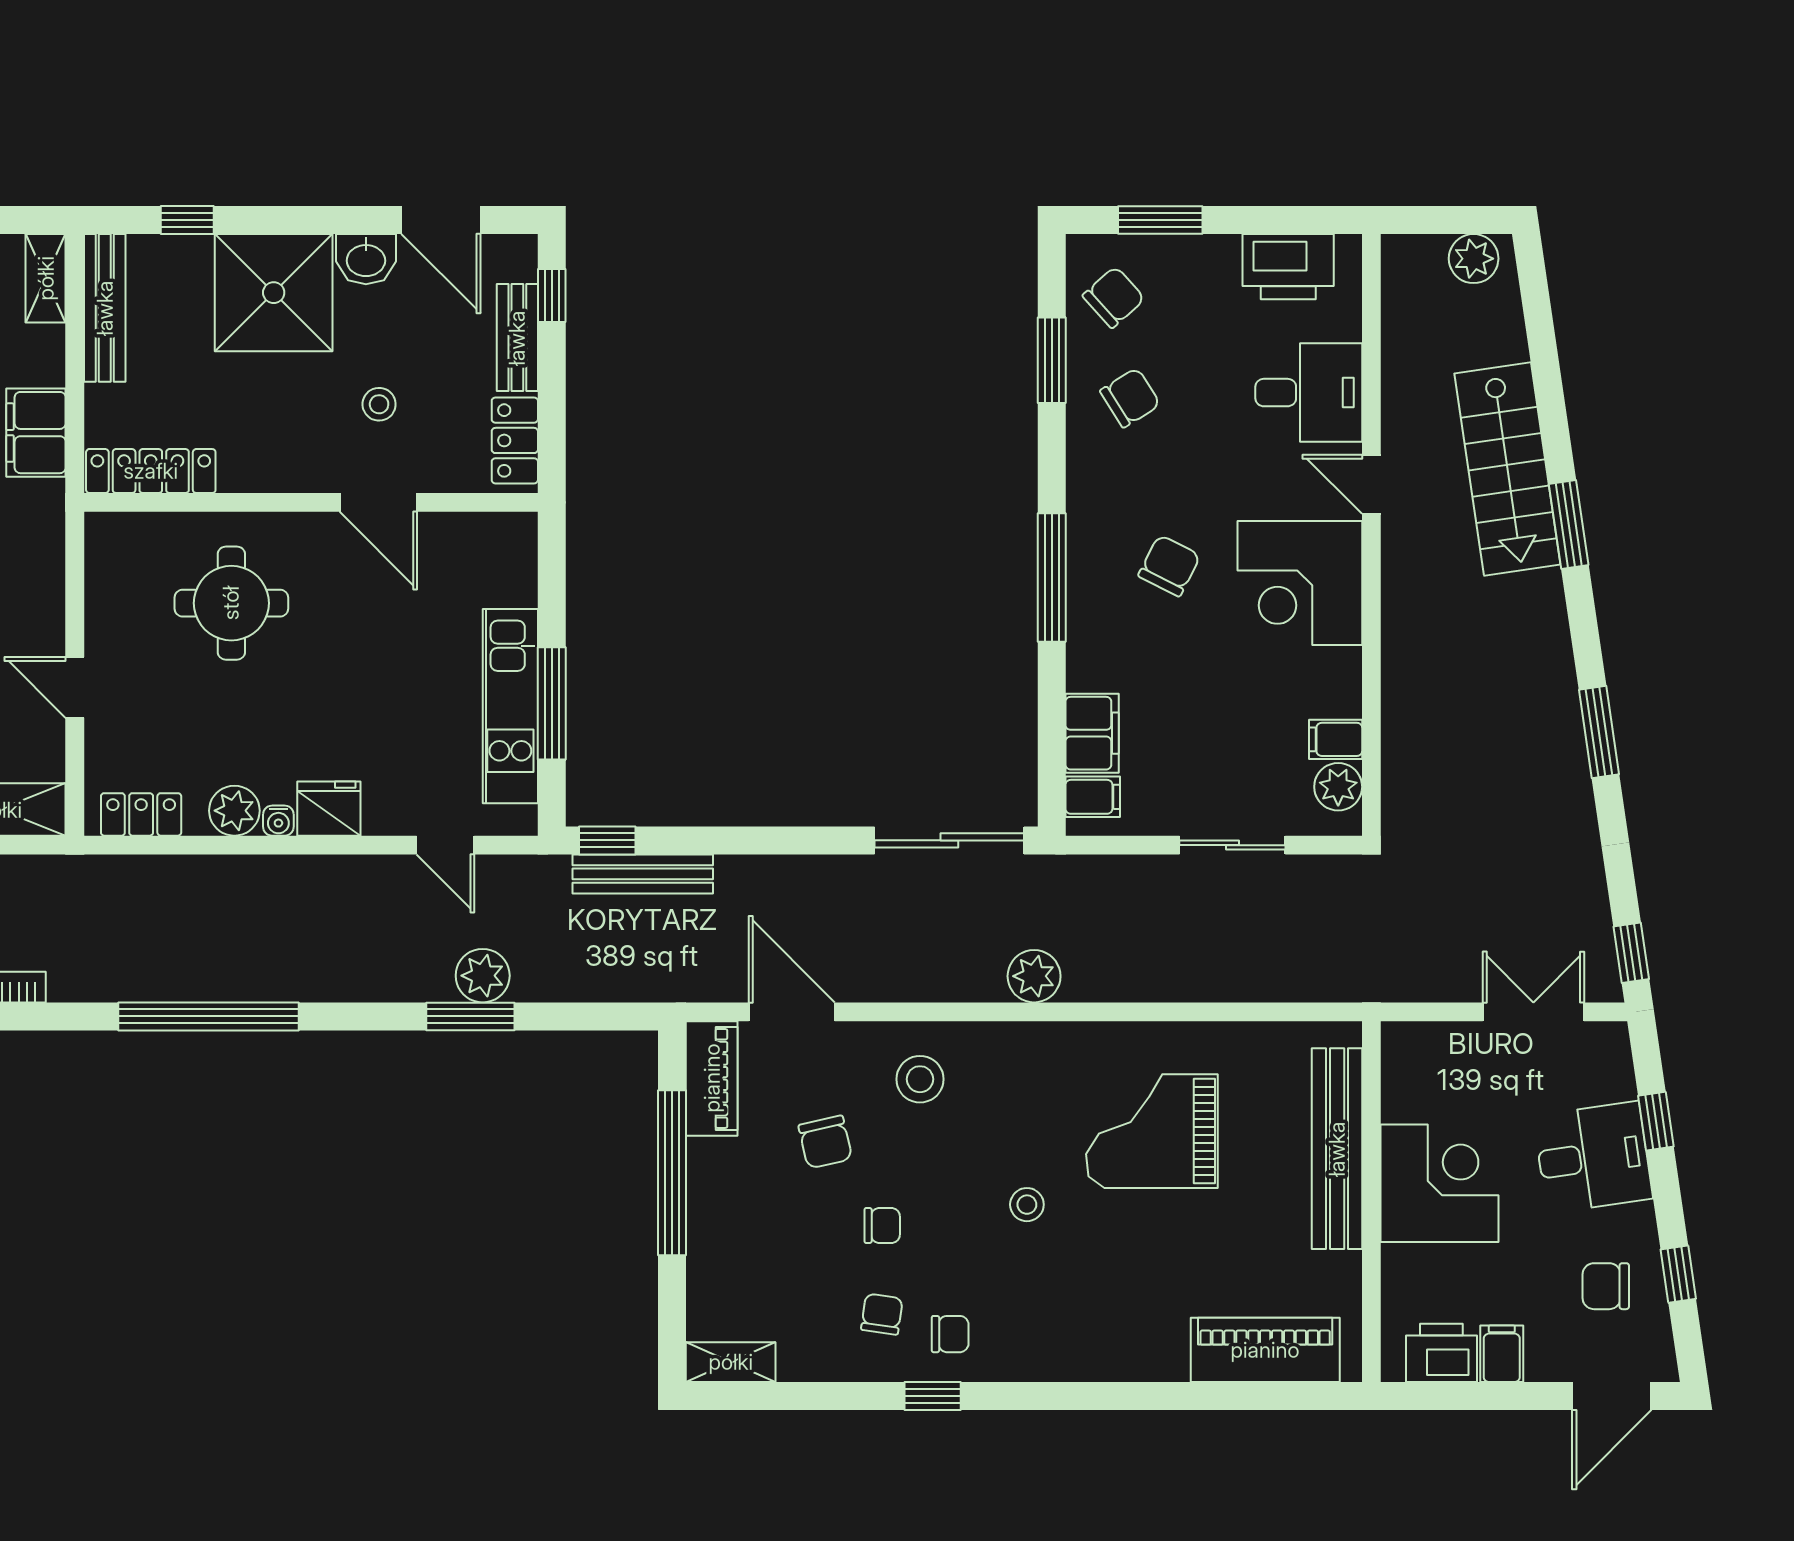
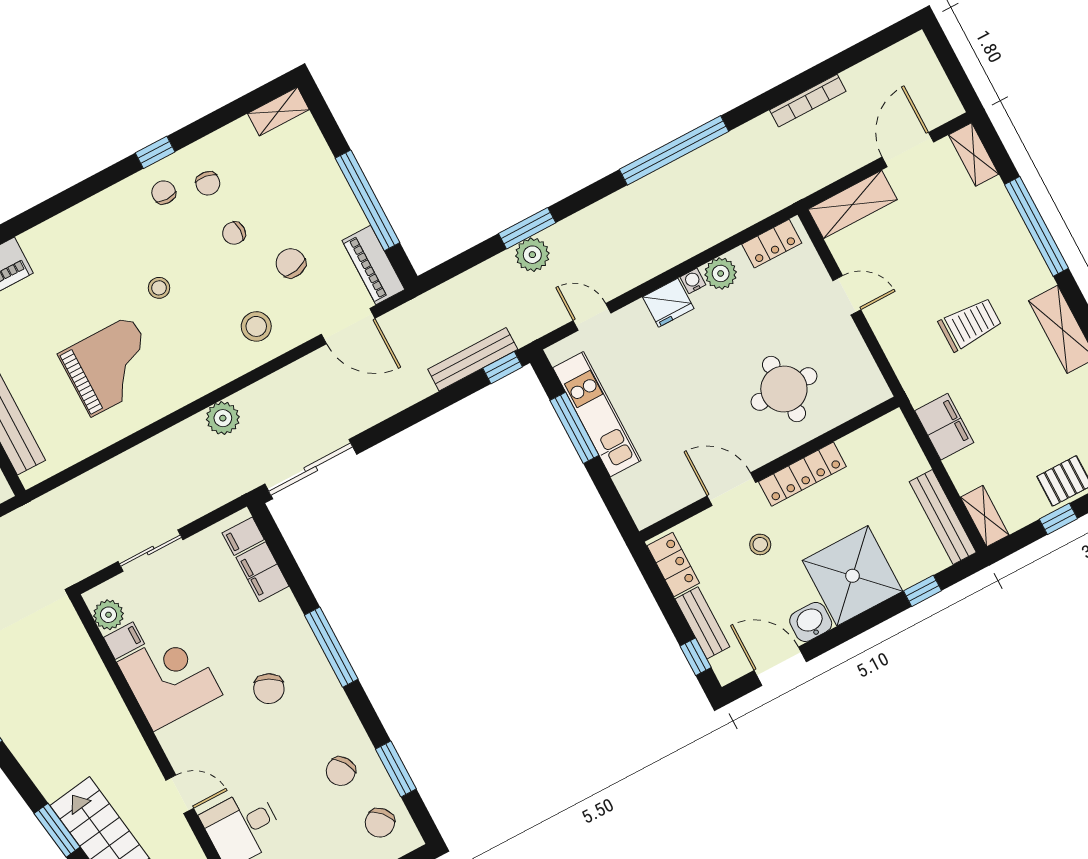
locker: (151, 471) -> (802, 474), moved
corner desk: (1300, 583) -> (170, 679), moved
chair: (950, 1334) -> (164, 192), turned 90

